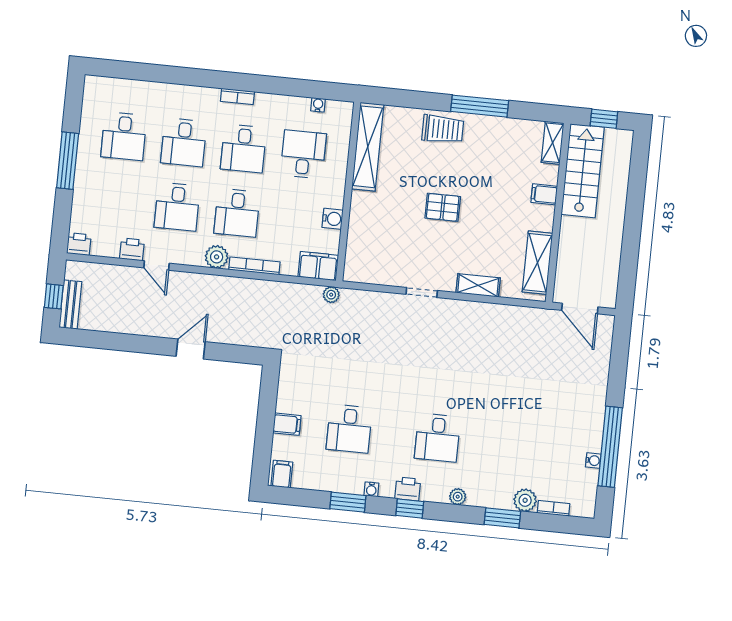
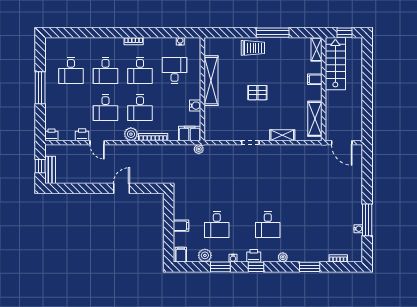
shelving: (368, 147) -> (211, 81), moved
window: (610, 447) -> (367, 220), width x0.68
plant: (525, 500) -> (205, 255), moved

